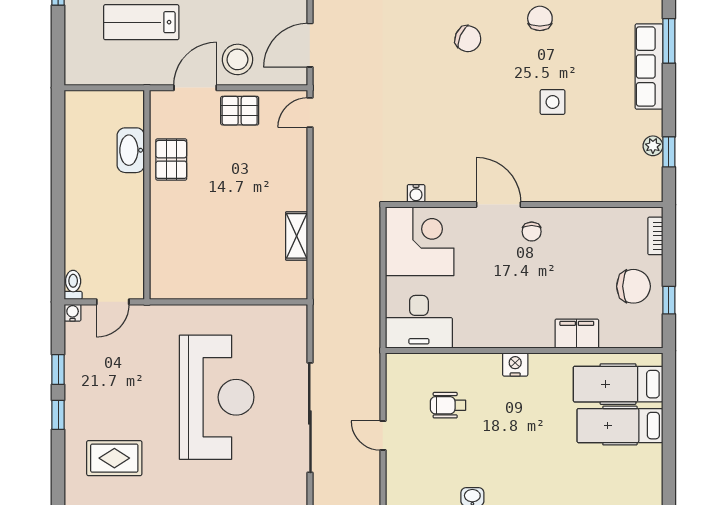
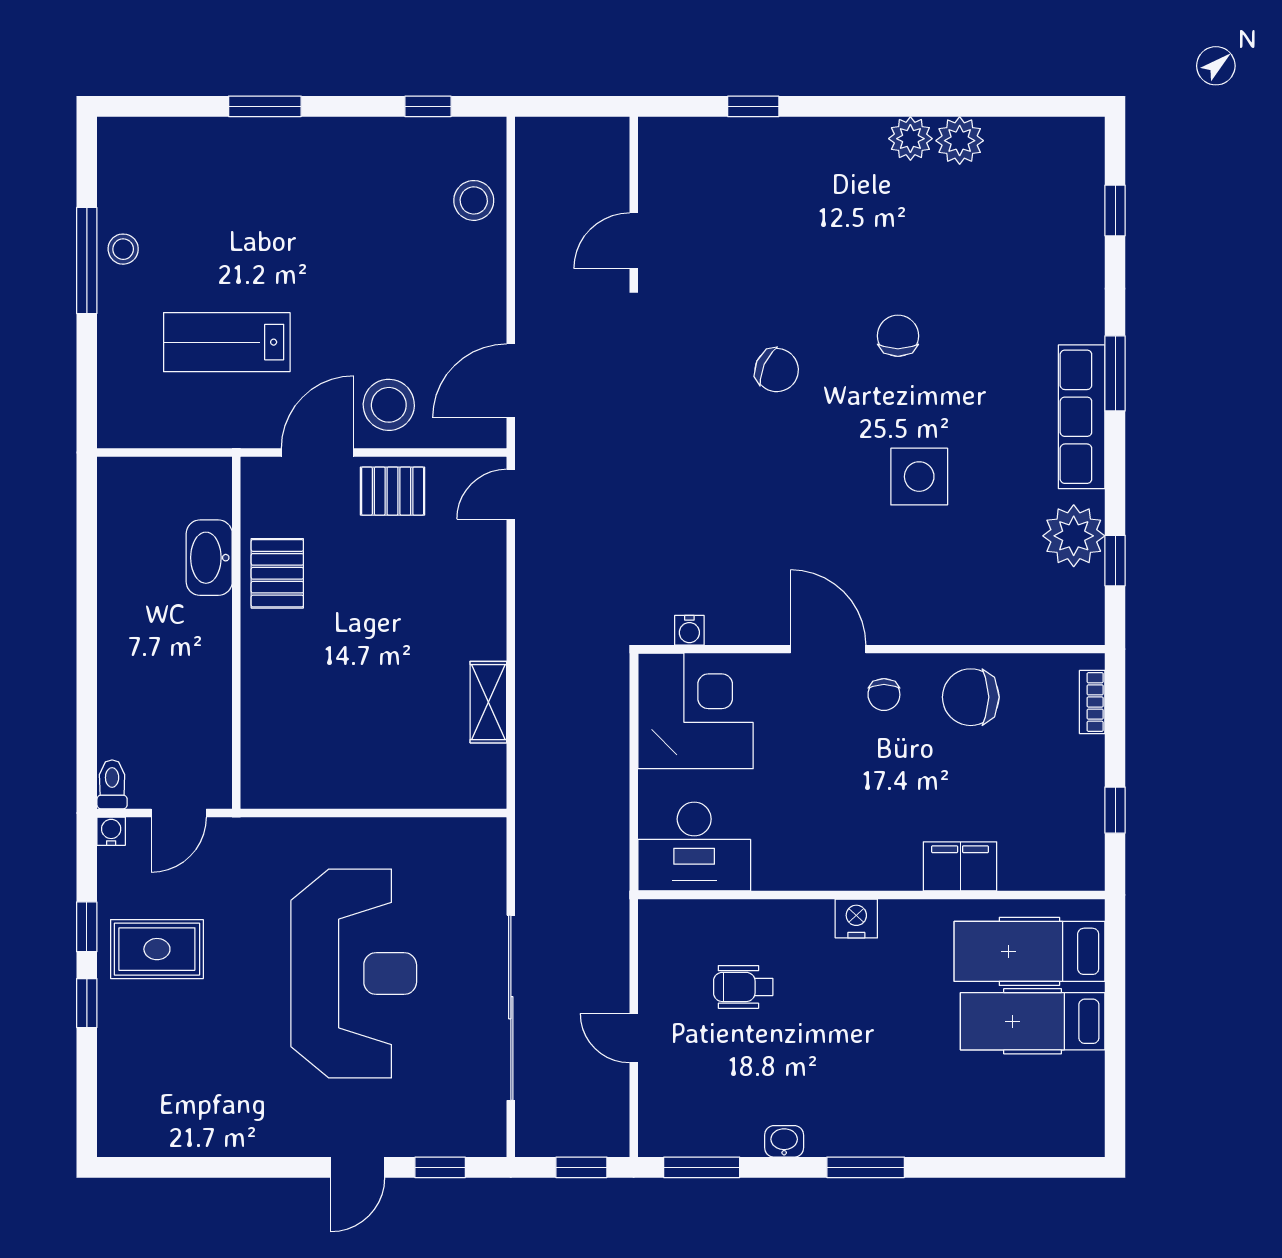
side table: (553, 102) -> (919, 477), width x1.37, depth x1.37
plant: (653, 146) -> (1074, 536), width x1.88, depth x1.88
chair: (633, 286) -> (971, 697), moved, turned 180
rug: (114, 458) -> (157, 949), moved

